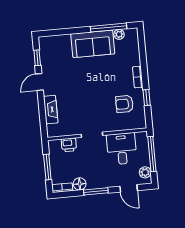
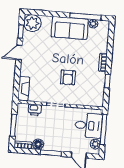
plant: (49, 46) -> (32, 23), added
armchair: (124, 104) -> (68, 77), moved, turned -90
fireplace: (51, 110) -> (24, 89), moved
desk: (122, 149) -> (88, 126), moved, turned 90

